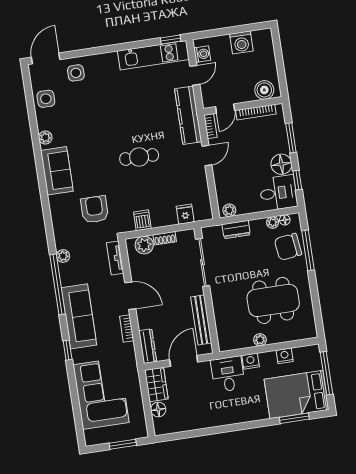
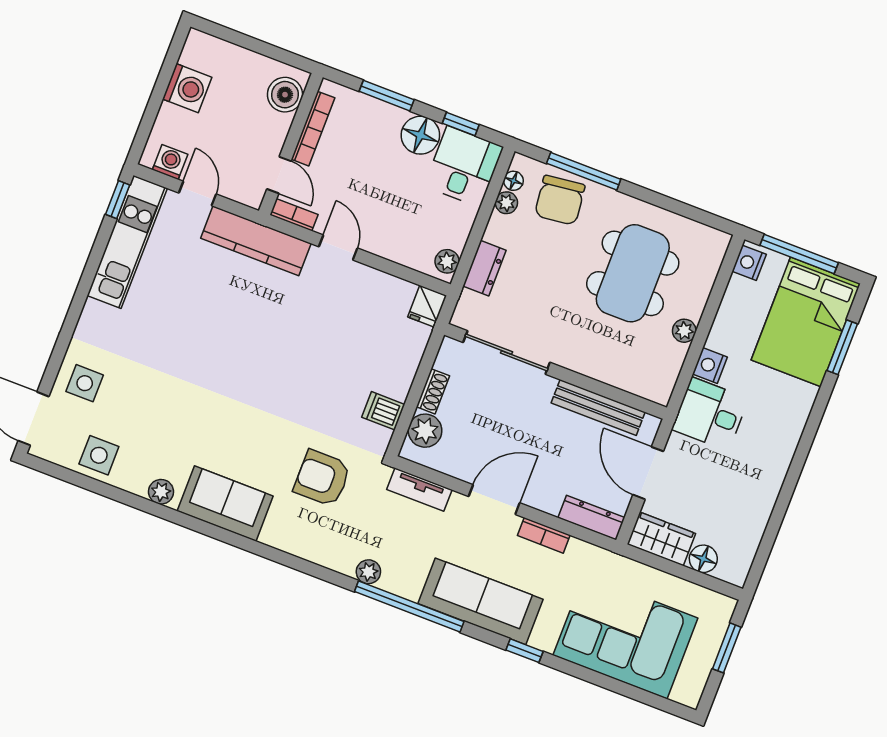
cafe table: (139, 157) -> (278, 358), removed
fridge: (185, 214) -> (427, 306), moved, turned -90
nightstand: (285, 356) -> (749, 263), moved

